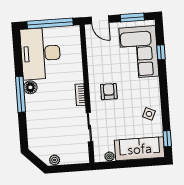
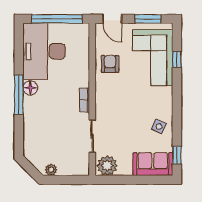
armchair: (109, 92) -> (110, 64), moved
sofa: (140, 149) -> (153, 164), width x0.73
plant: (109, 156) -> (107, 166), width x1.88, depth x1.88

